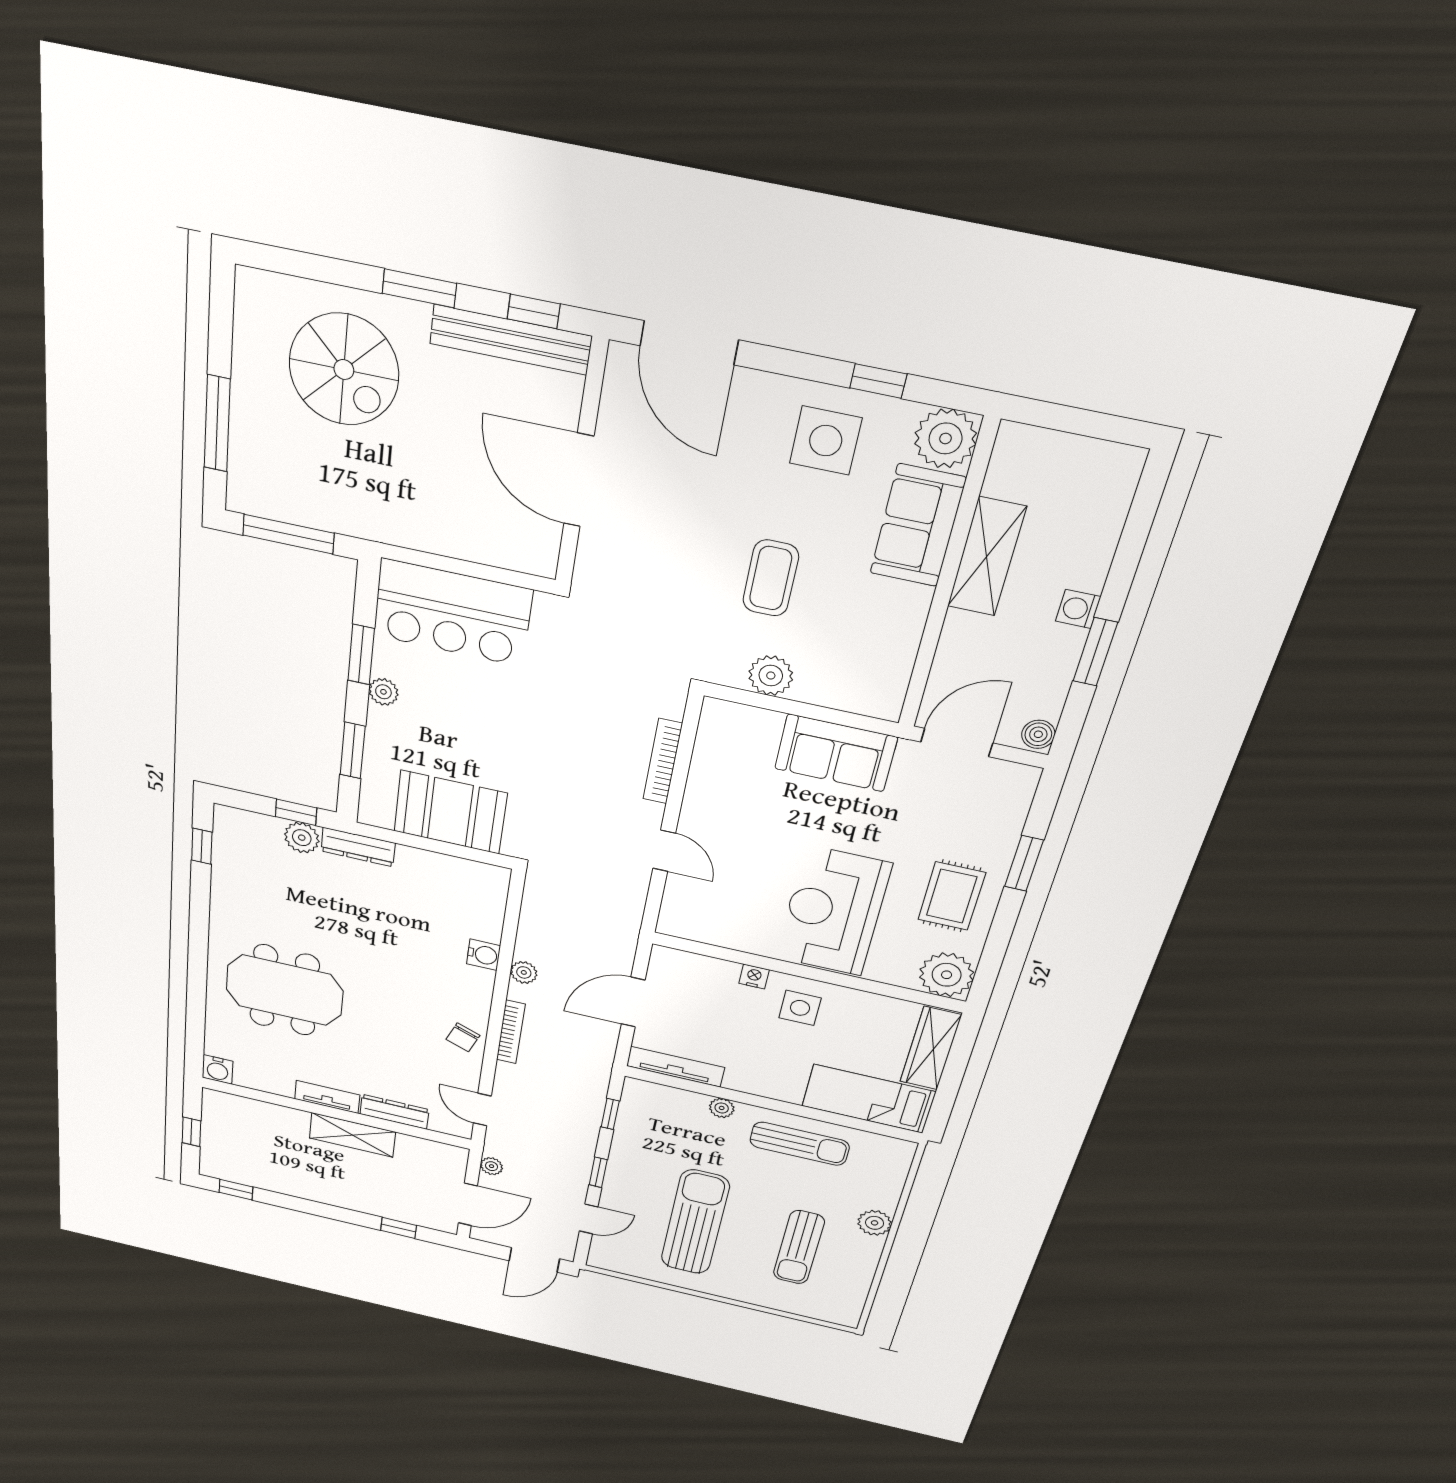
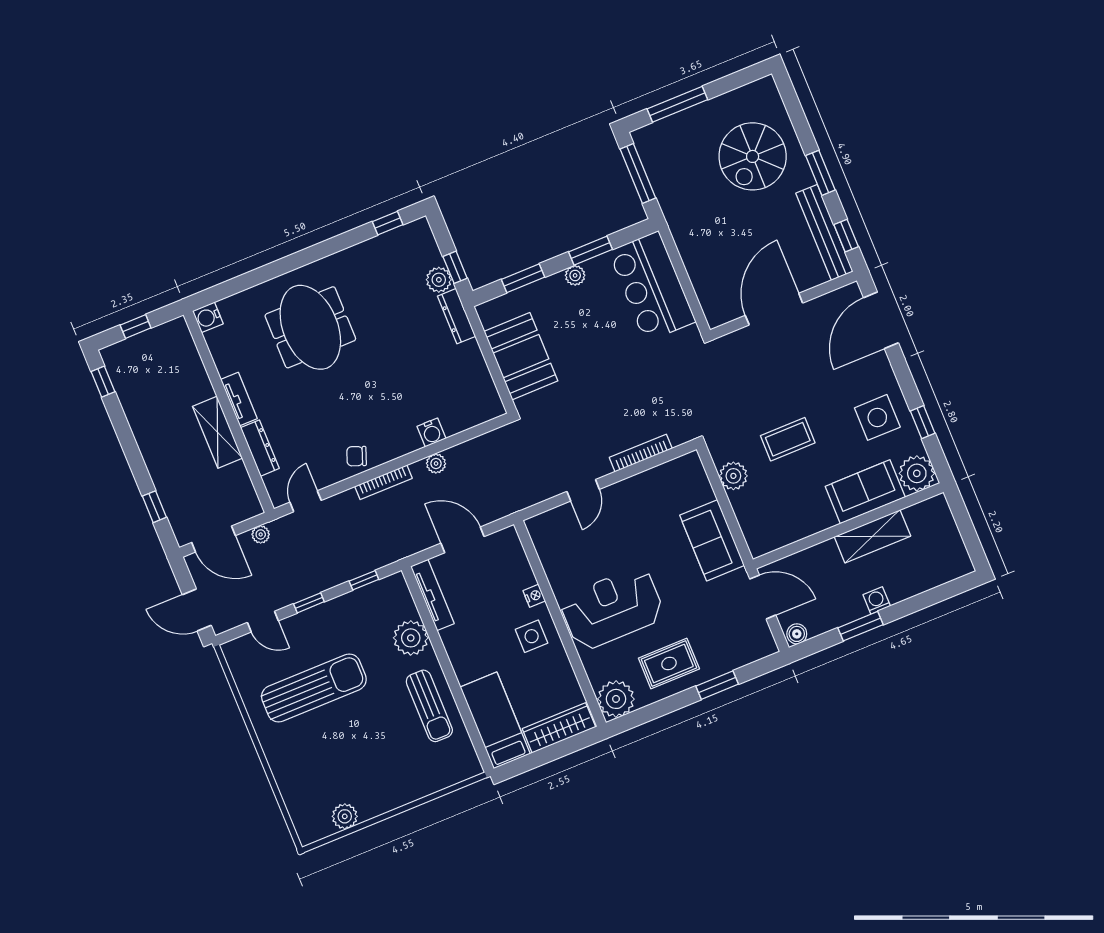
plant: (722, 1108) -> (411, 638), width x1.88, depth x1.88
plant: (875, 1223) -> (345, 816), moved
sun lounger: (799, 1247) -> (344, 764), removed

